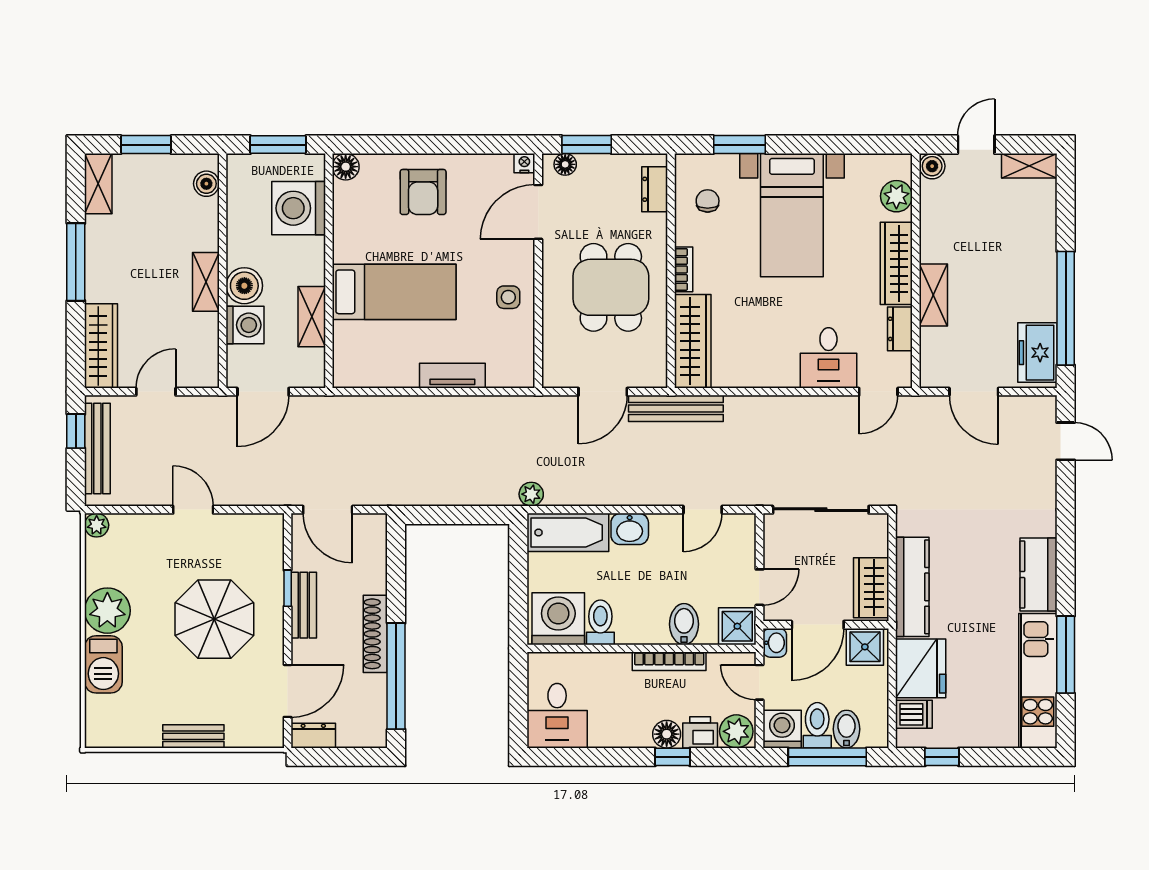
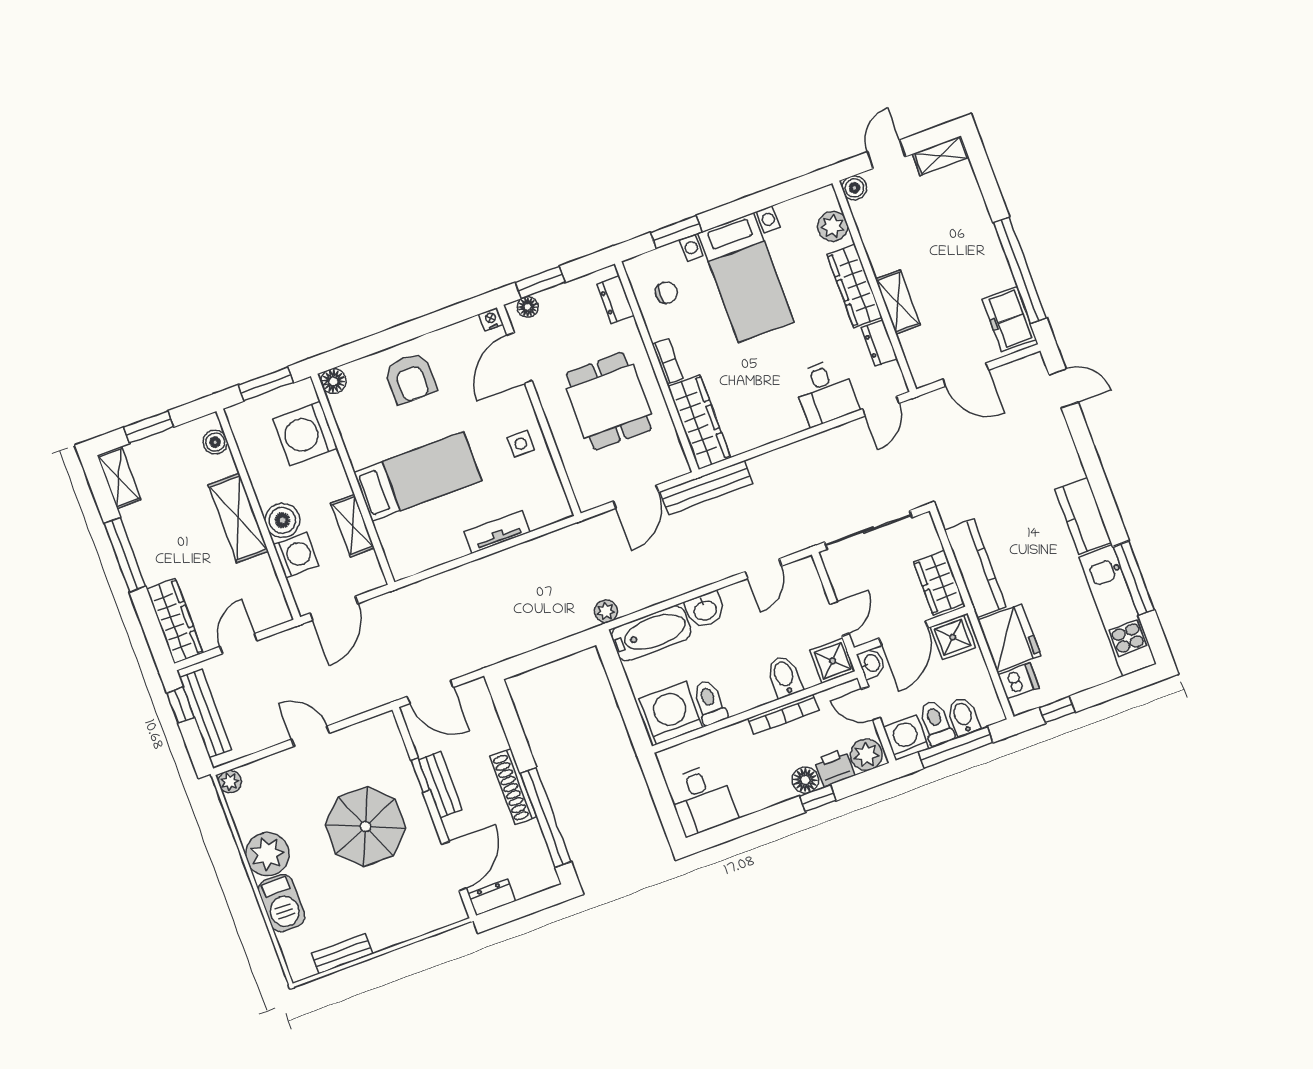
chair: (708, 201) -> (666, 293), turned 90
shelving: (206, 282) -> (238, 518), width x1.50, depth x1.33
bench: (193, 736) -> (342, 954), moved

